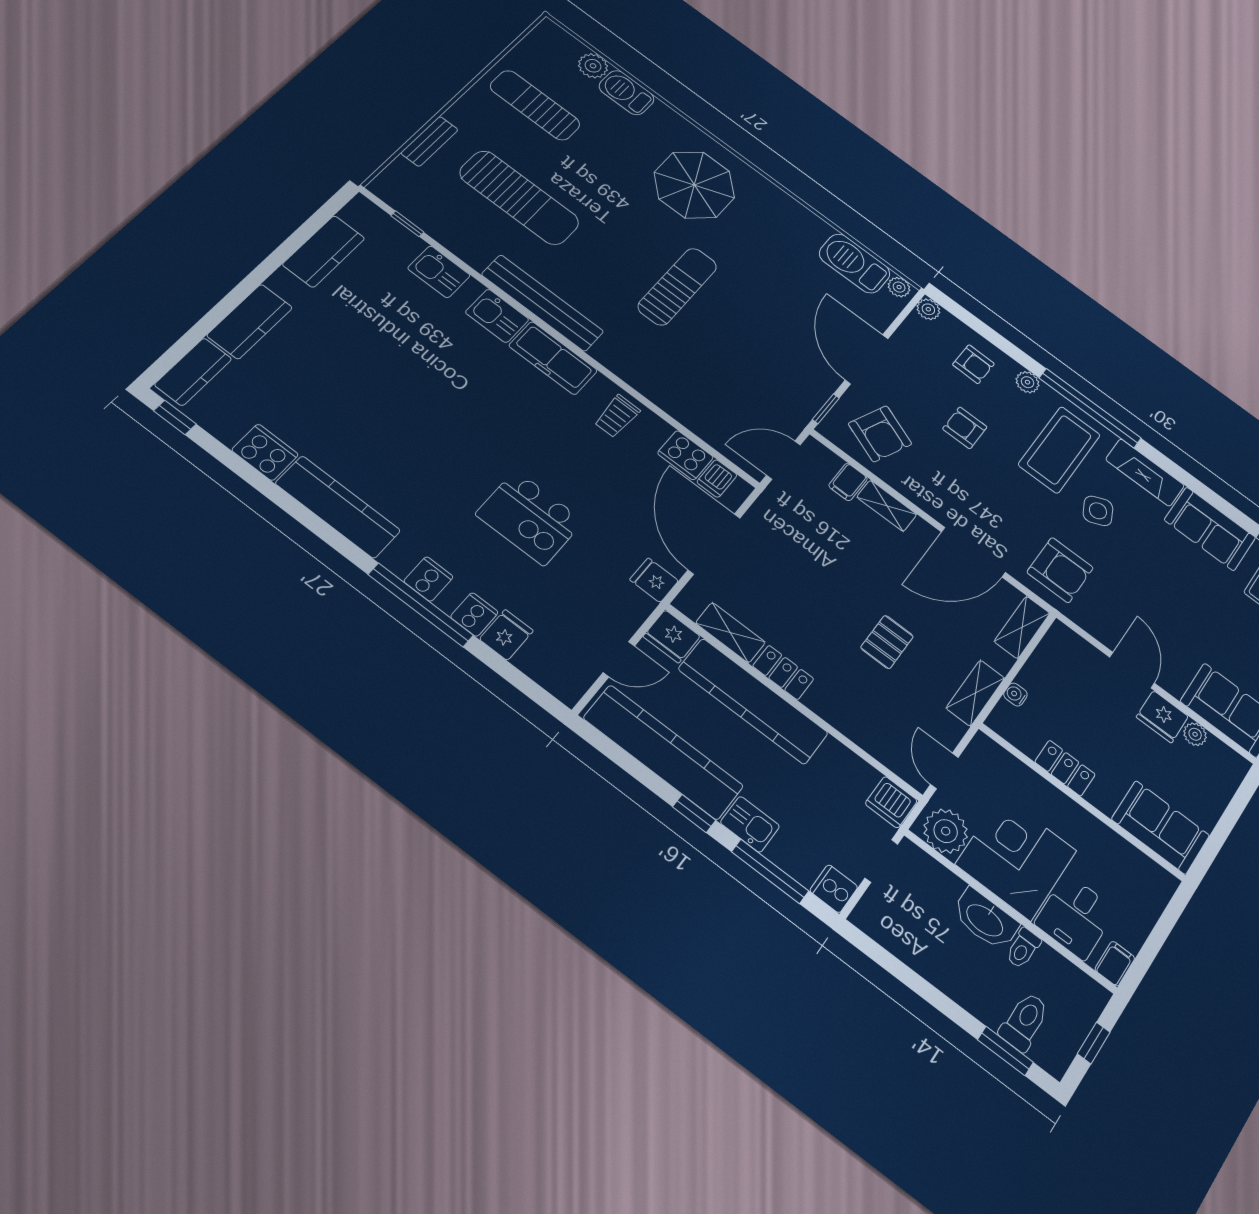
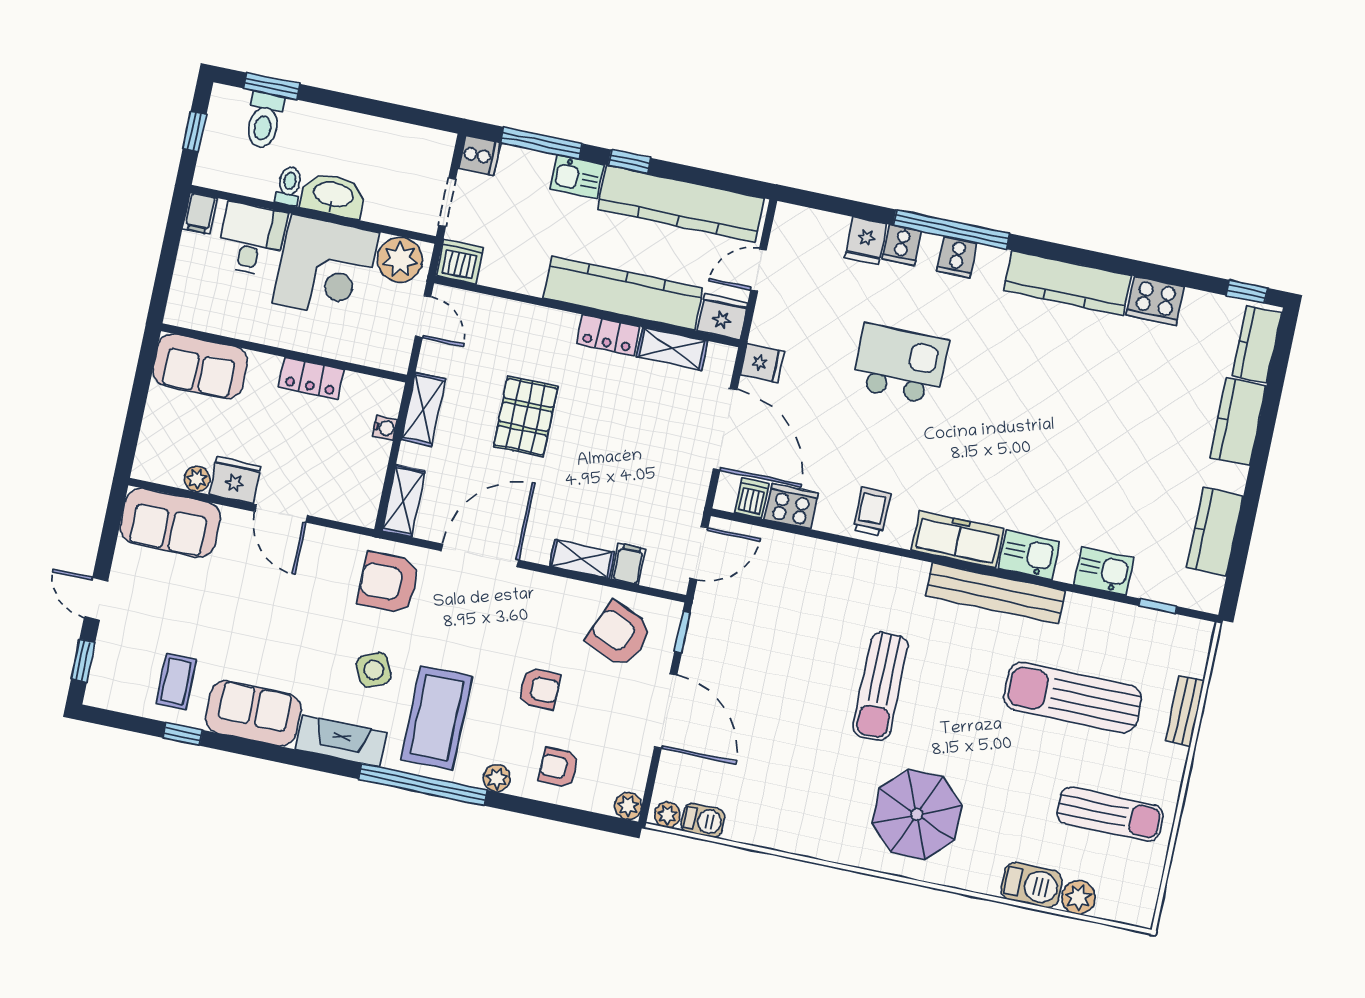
barbecue: (855, 263) -> (703, 820), width x0.53, depth x0.65
pallet: (887, 642) -> (526, 417), width x1.50, depth x1.42

